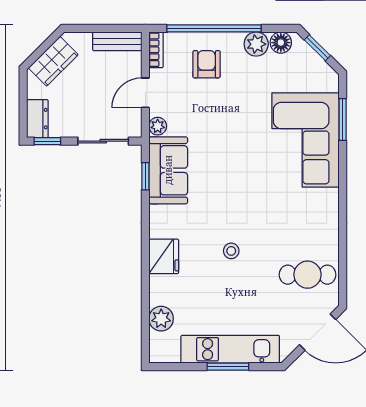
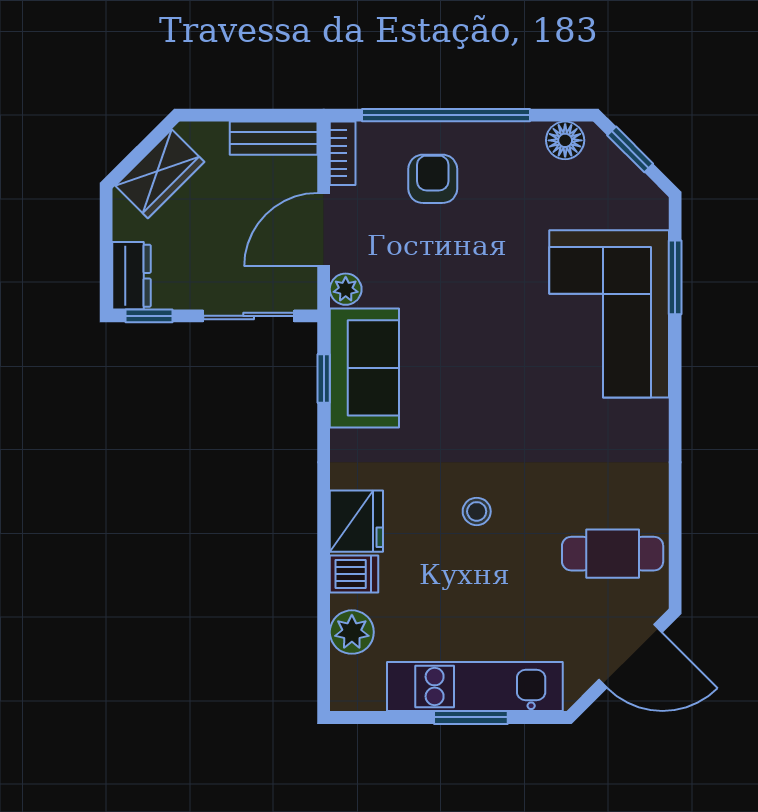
plant: (256, 44) -> (521, 143), removed
door: (145, 93) -> (324, 230), width x1.38
dishwasher: (162, 286) -> (354, 574), added

